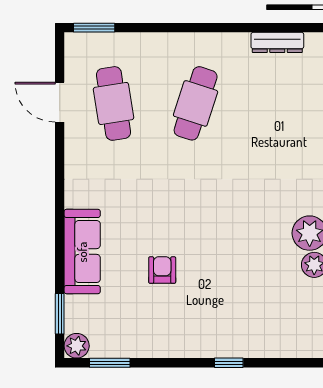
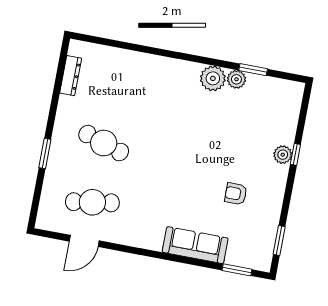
window: (94, 28) -> (45, 154), moved
armchair: (162, 270) -> (236, 194), moved
plant: (77, 346) -> (283, 155), moved

